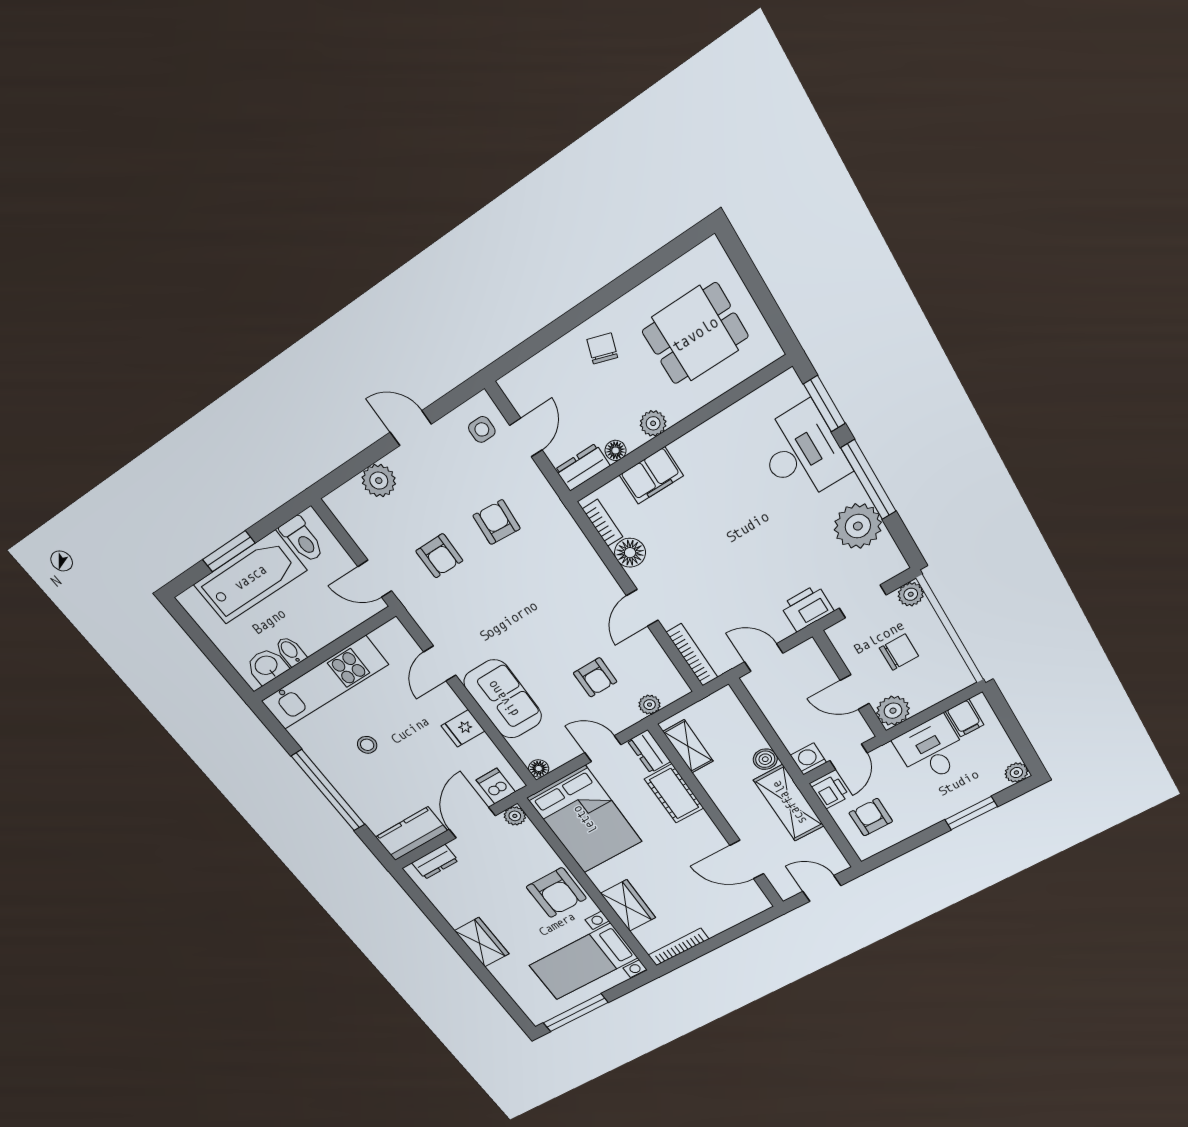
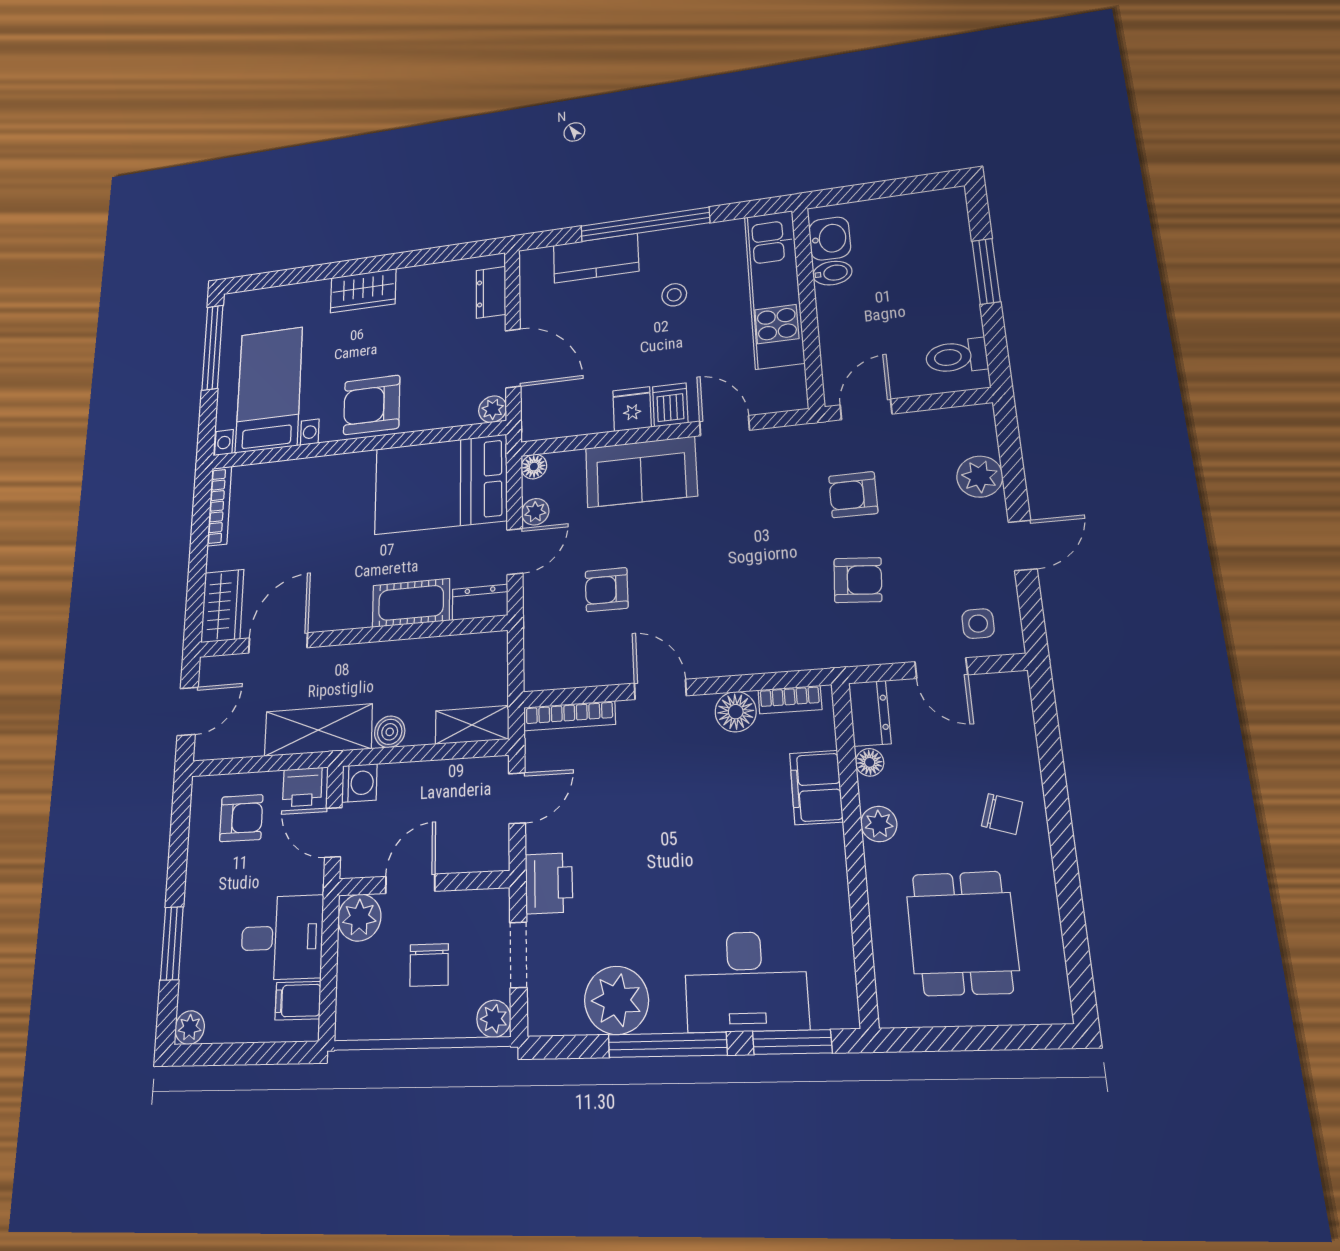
bathtub: (250, 577) -> (943, 277), removed
plant: (650, 705) -> (535, 512), moved
shelving: (688, 746) -> (472, 725), moved
dishwasher: (496, 786) -> (670, 405), moved, turned -90
kitchen counter: (411, 834) -> (596, 258), moved, turned 90
wardrobe: (628, 905) -> (222, 606), moved, turned -90

